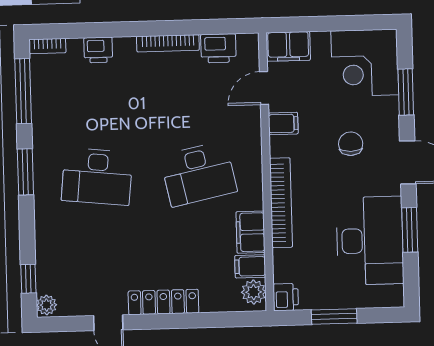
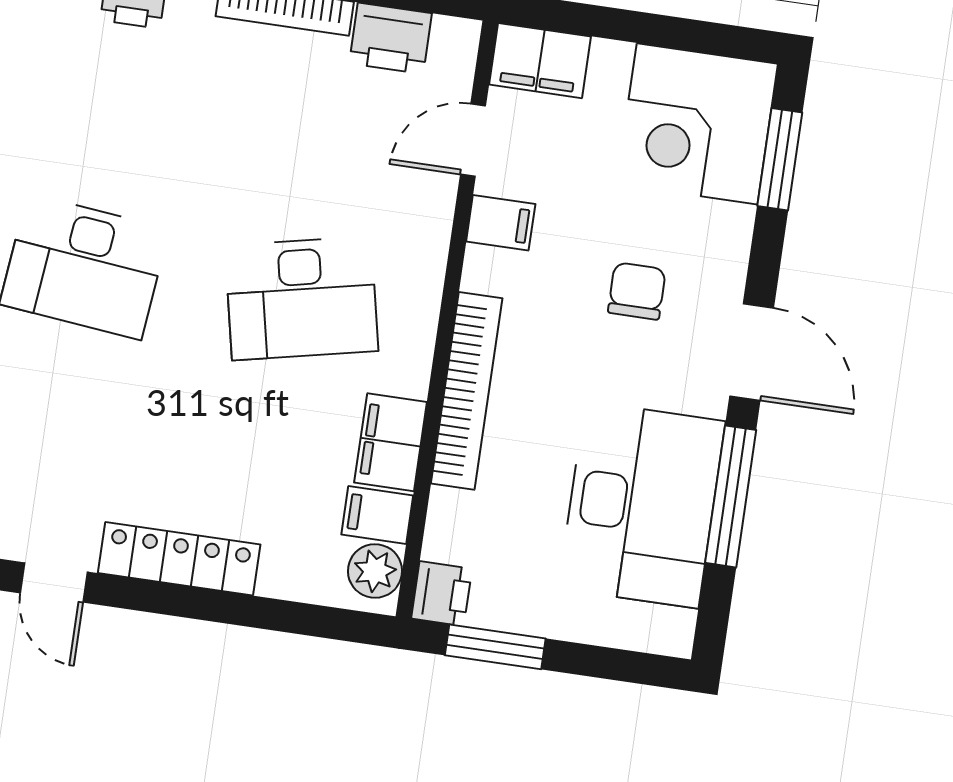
window: (406, 92) -> (780, 159), moved
window: (410, 230) -> (731, 496), width x1.44
window: (334, 316) -> (495, 647), moved

